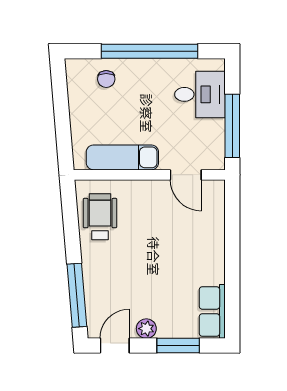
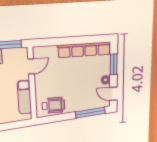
wheelchair: (100, 217) -> (53, 105), turned 180
row of seats: (212, 311) -> (84, 50), width x2.02

